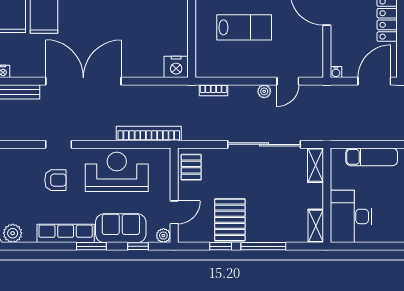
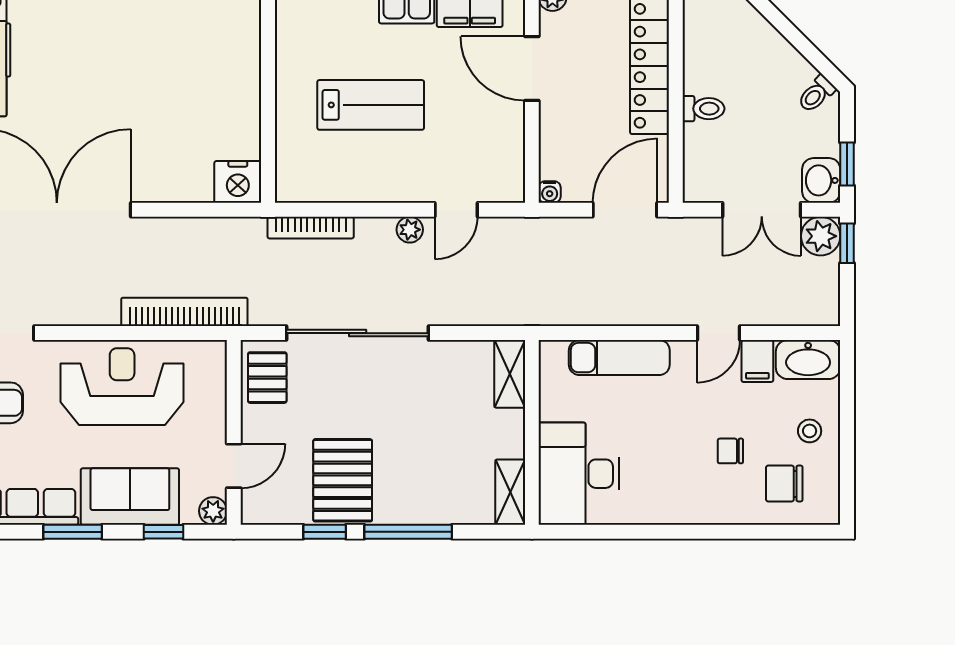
bookcase: (213, 90) -> (311, 228), width x1.56
sliding door: (264, 144) -> (358, 333), moved

